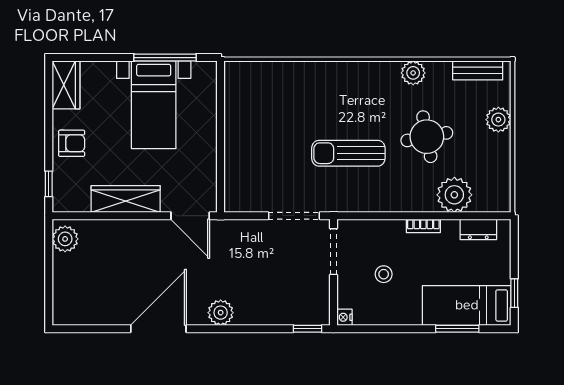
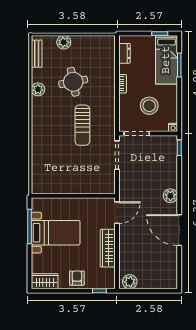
plant: (454, 195) -> (105, 67), removed
stool: (384, 274) -> (149, 106), width x1.89, depth x1.89

